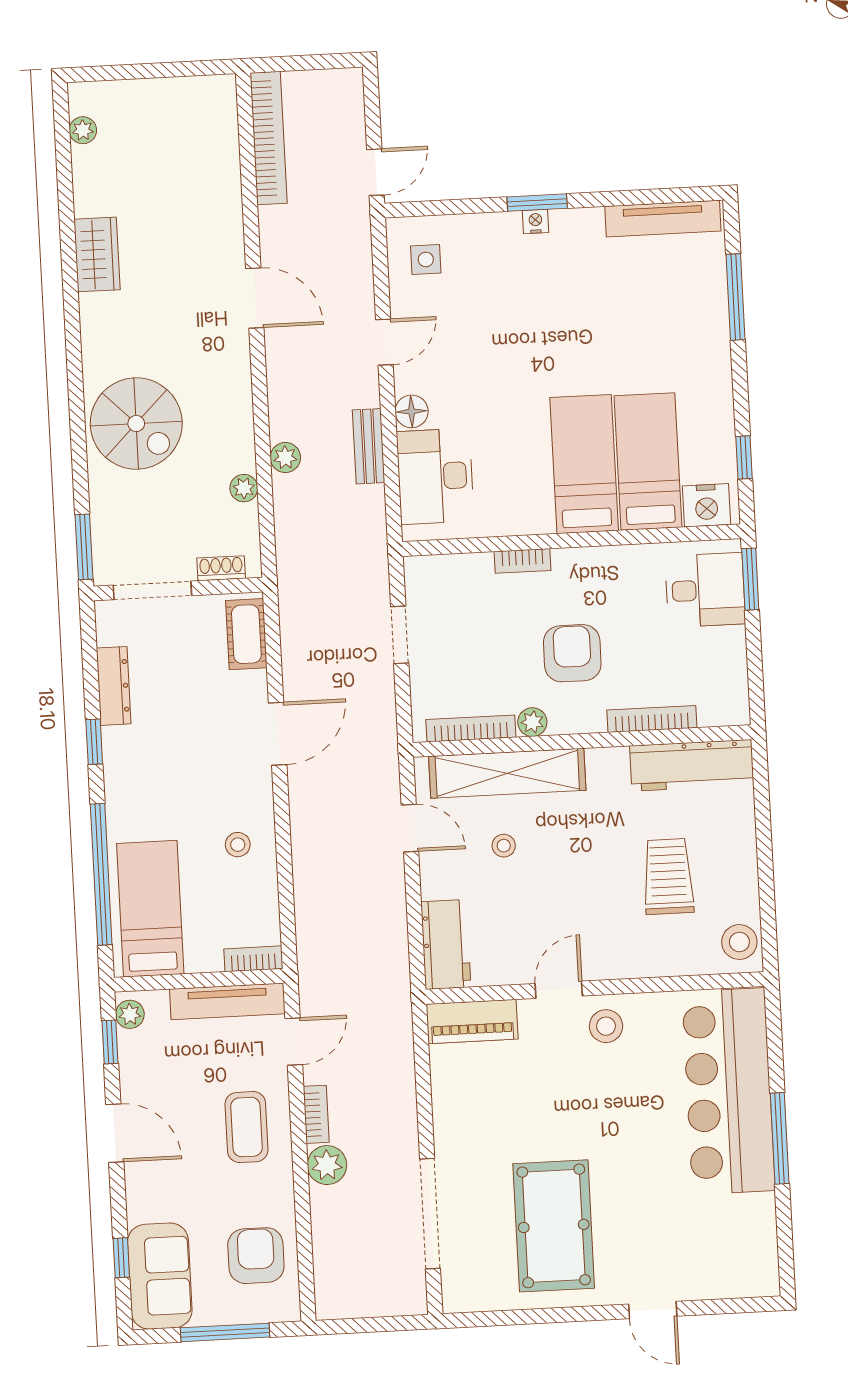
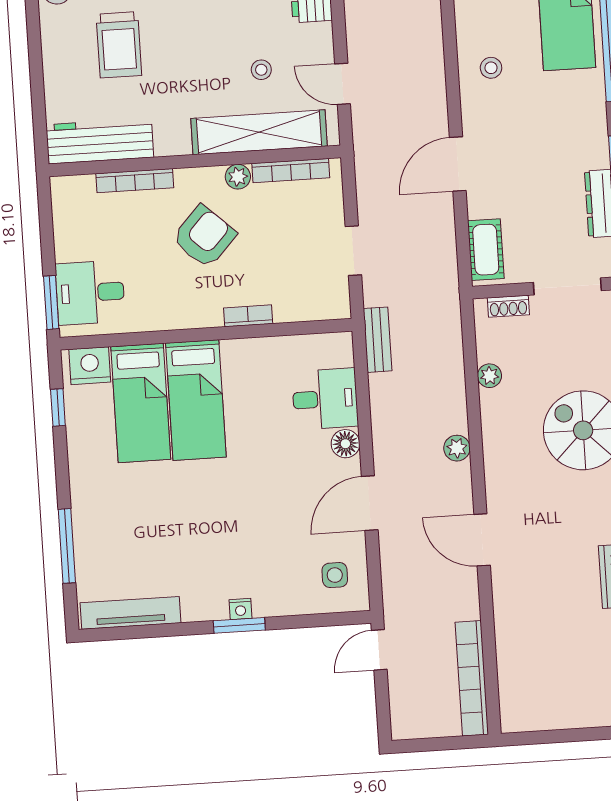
door: (384, 342) -> (370, 503), width x1.38
bench: (369, 446) -> (377, 340), moved
plant: (285, 457) -> (457, 448), moved
desk: (435, 476) -> (325, 399), width x0.73
armchair: (572, 653) -> (204, 237), turned -137

